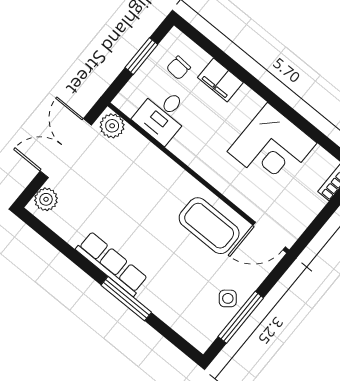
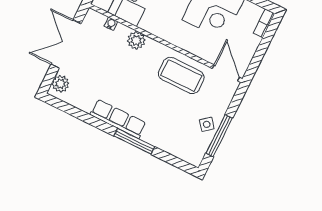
plant: (112, 126) -> (136, 40), moved
water cooler: (132, 135) -> (111, 24), added
door: (269, 236) -> (226, 73), swing flipped

